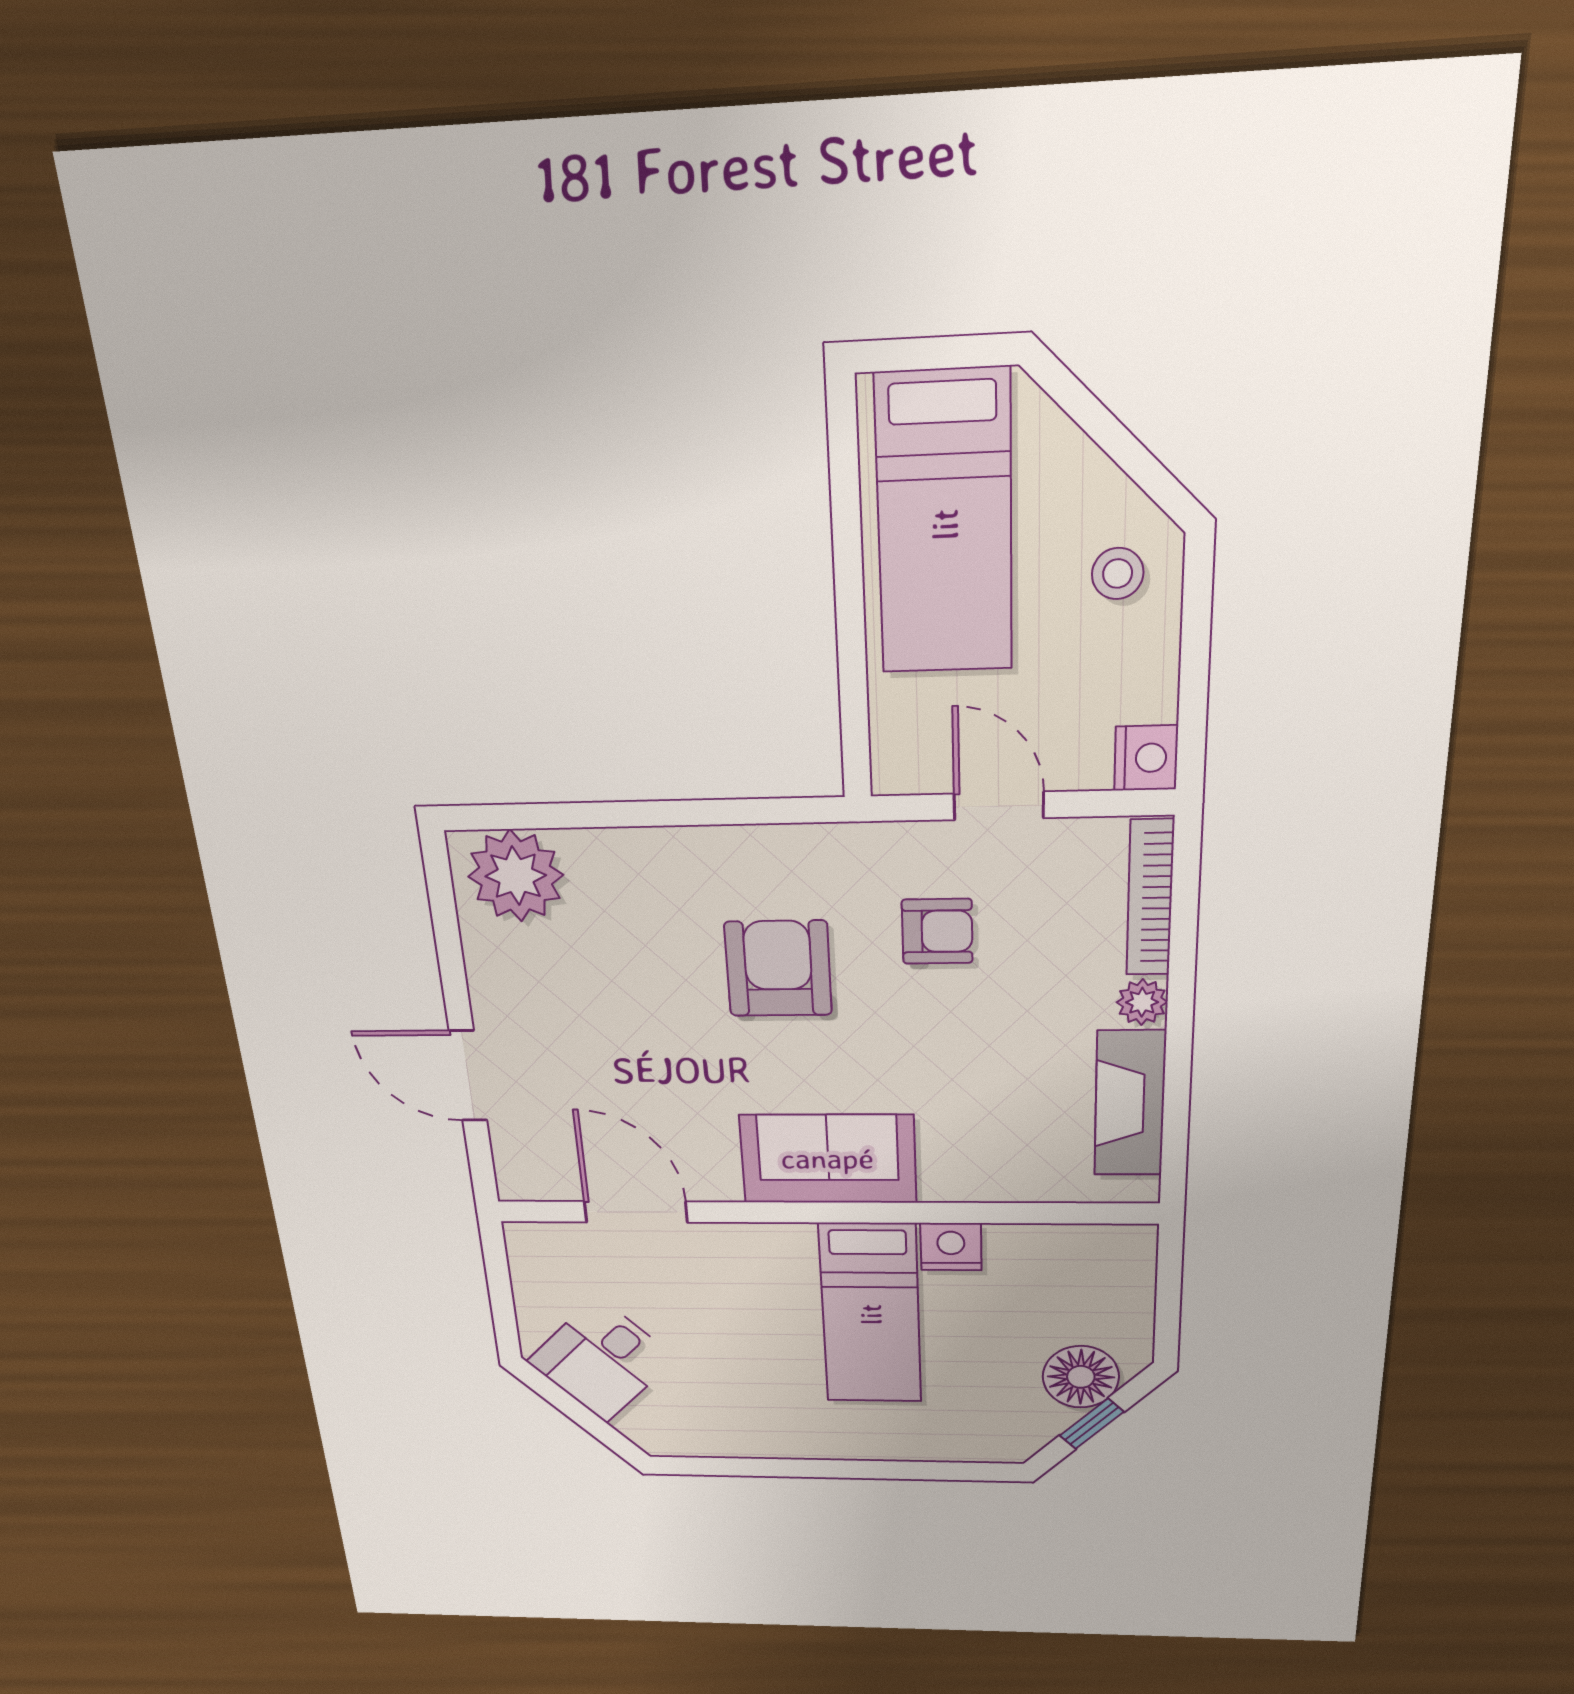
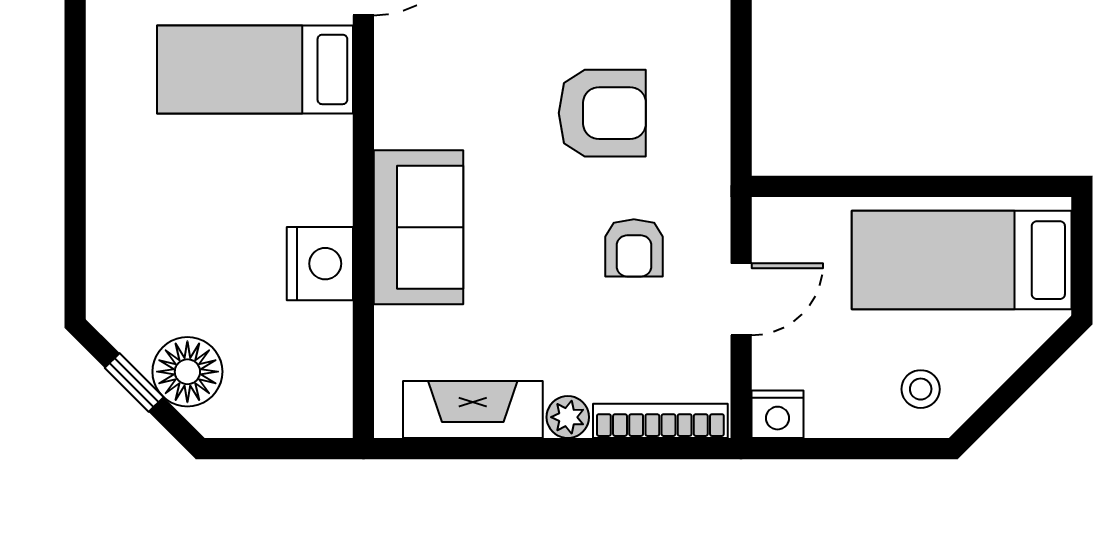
sofa: (828, 1159) -> (419, 227), moved
nightstand: (951, 1247) -> (320, 264), width x1.36, depth x1.33
bed: (871, 1314) -> (255, 69), moved

